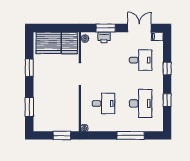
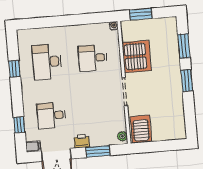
printer: (104, 37) -> (82, 141), moved
server rack: (49, 43) -> (137, 56), moved, turned 90
window: (29, 68) -> (187, 80), moved
window: (167, 68) -> (19, 125), moved
window: (131, 135) -> (56, 21), removed

